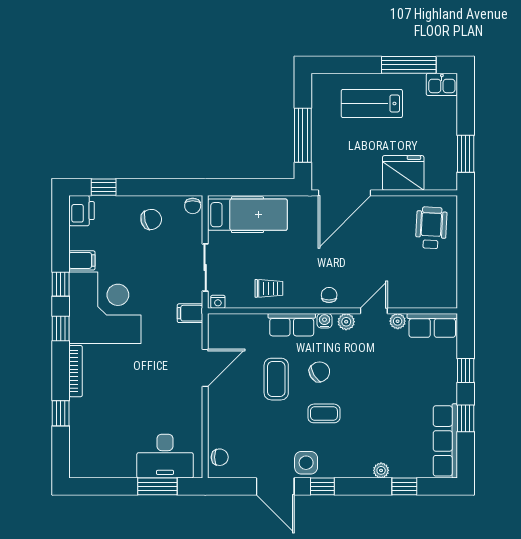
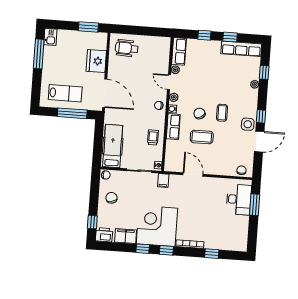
lab bench: (372, 103) -> (65, 93), moved, turned -90
filing cabinet: (82, 260) -> (126, 236), width x2.00

